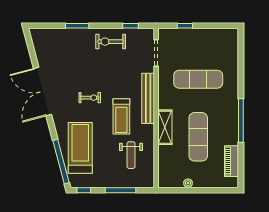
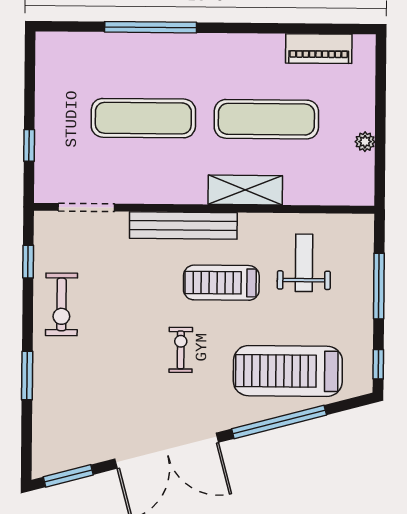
window: (30, 45) -> (68, 476), added
exercise mat: (198, 79) -> (143, 118), turned 90
treadmill: (121, 116) -> (221, 283), turned 180
window: (241, 121) -> (151, 27), moved
weight bench: (131, 155) -> (304, 263), turned -90
window: (61, 162) -> (279, 422), moved

